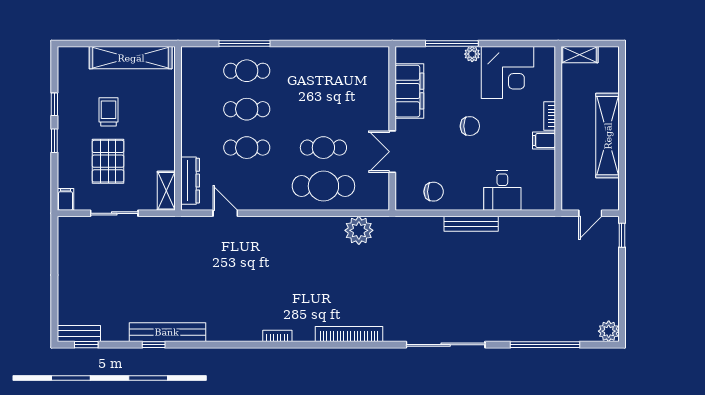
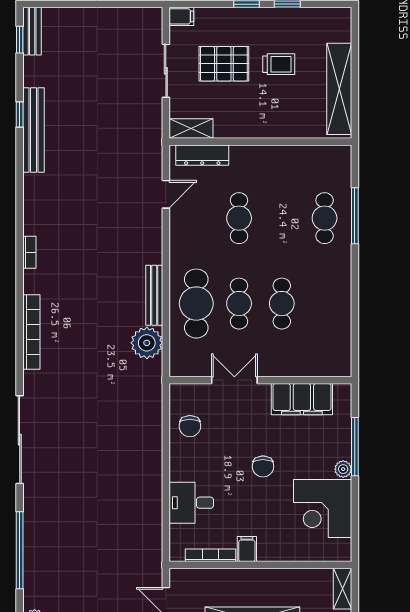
cafe table: (247, 109) -> (282, 304), moved
bookcase: (550, 116) -> (211, 555), moved, width x1.56
bench: (471, 224) -> (154, 295), moved

